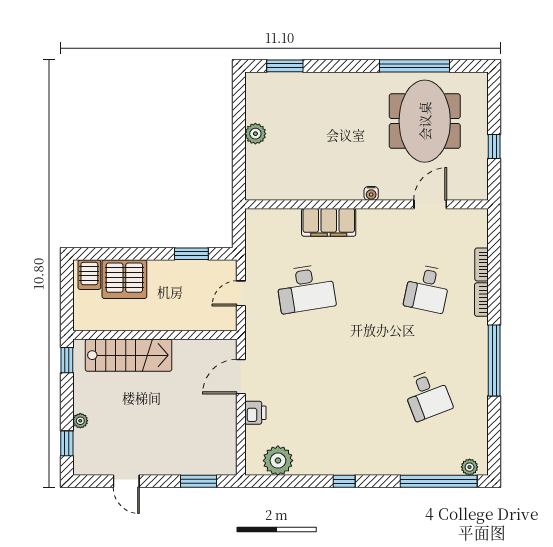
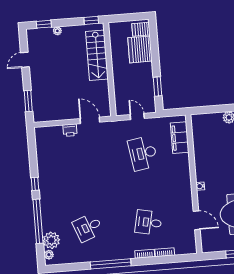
filing cabinet: (329, 222) -> (180, 138), moved
plant: (278, 461) -> (51, 240), moved
window: (439, 481) -> (38, 221), moved

